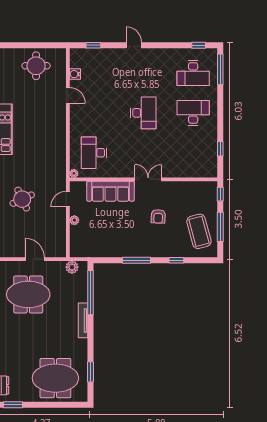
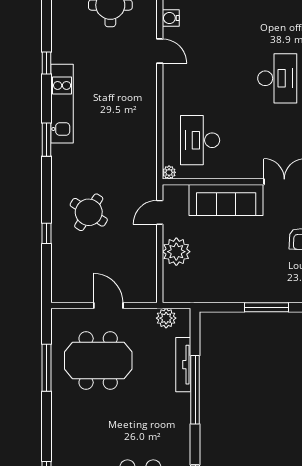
round table: (22, 199) -> (89, 212), turned -32
plant: (74, 220) -> (176, 252), width x1.87, depth x1.87
window: (91, 293) -> (195, 390), moved
tv unit: (83, 320) -> (183, 365), moved

